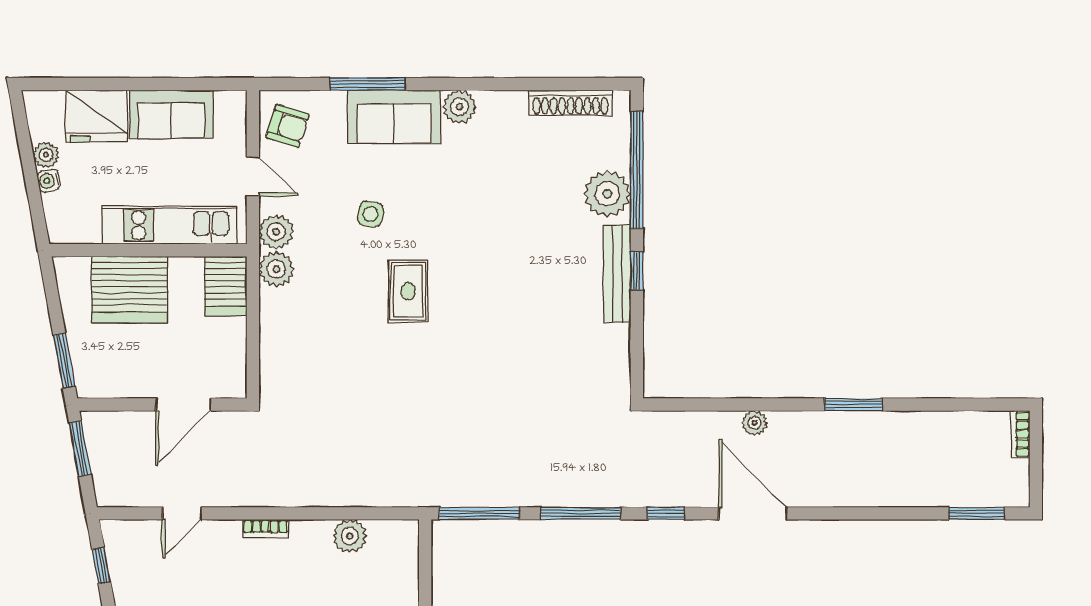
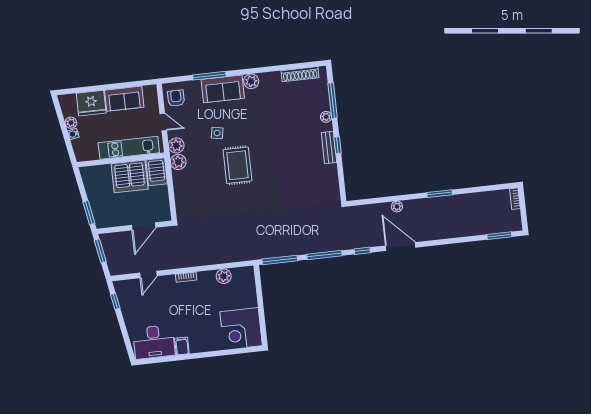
armchair: (287, 126) -> (176, 98), turned -108
window: (637, 170) -> (333, 101), width x0.68
plant: (607, 194) -> (326, 117), width x0.53, depth x0.53
bench: (617, 274) -> (329, 147), width x0.73
server rack: (130, 290) -> (130, 176), moved
rug: (408, 291) -> (237, 165), width x1.36, depth x1.43

